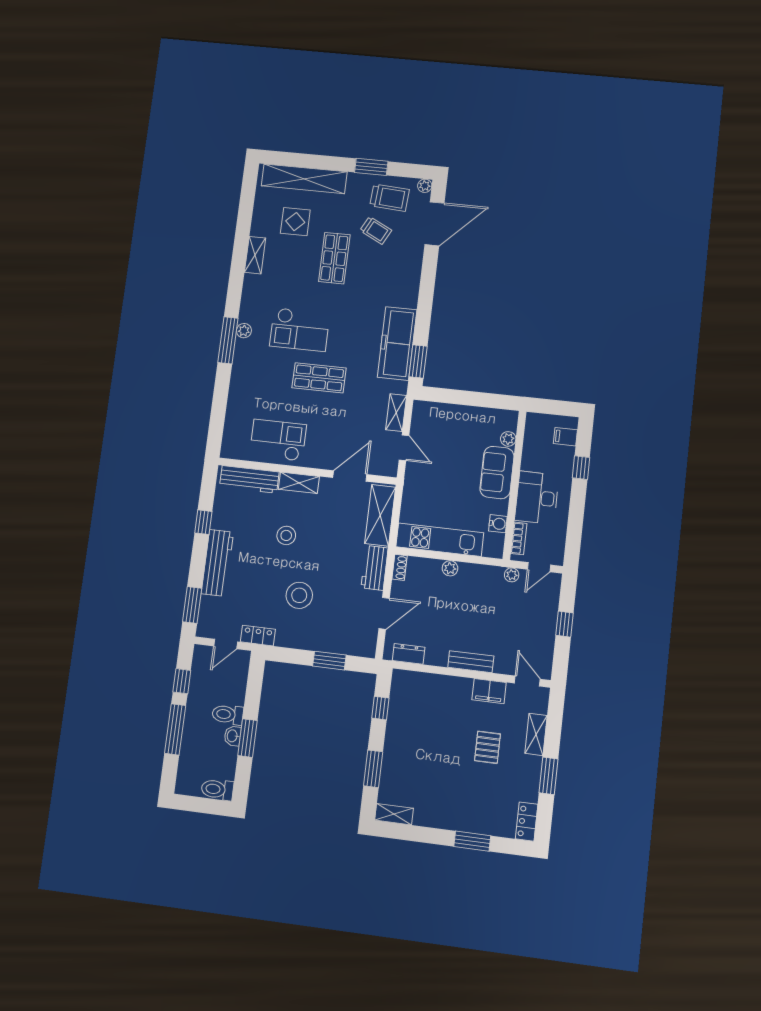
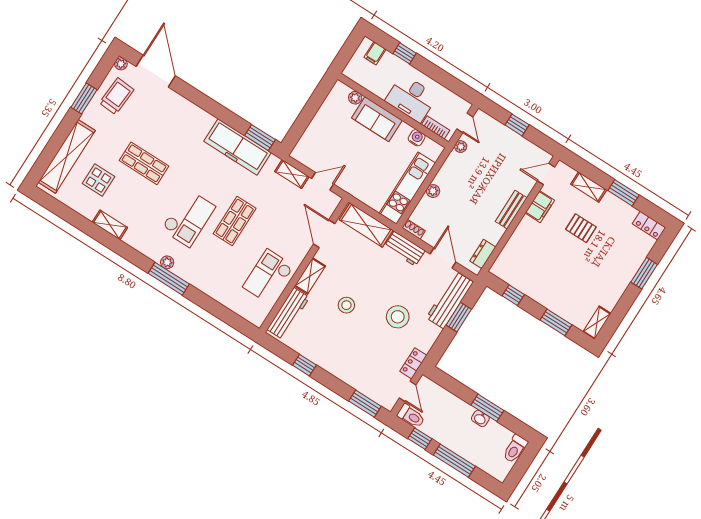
trolley: (376, 230) -> (138, 120), removed
workbench: (217, 563) -> (450, 300), moved, turned -90
toilet: (228, 715) -> (411, 416), moved, turned -90

